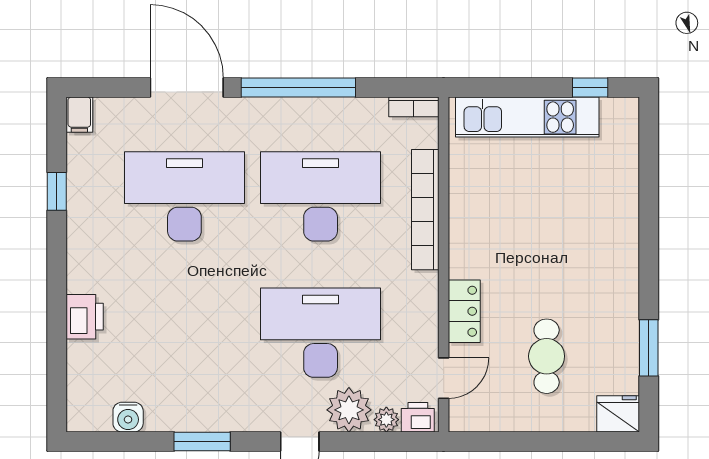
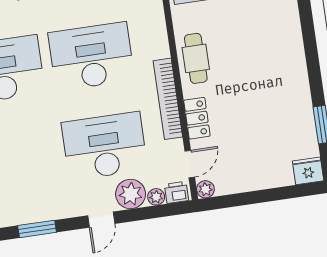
bookcase: (425, 210) -> (168, 99), moved
cafe table: (547, 356) -> (196, 58), moved
plant: (461, 419) -> (205, 189), added

